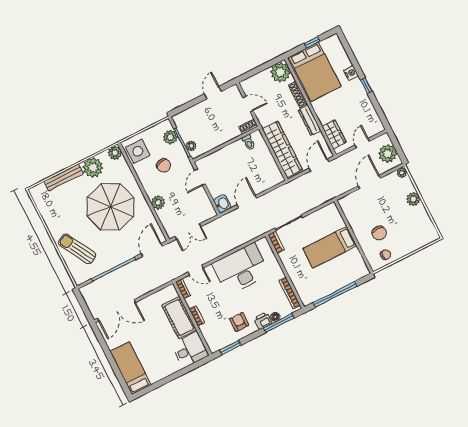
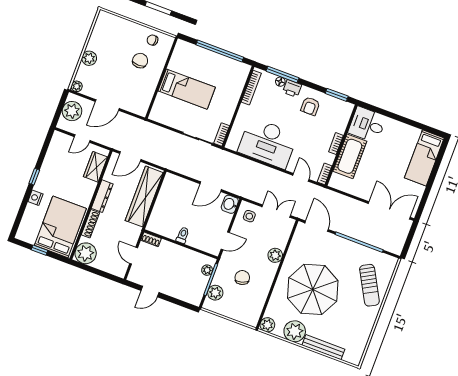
toilet: (249, 142) -> (183, 235), moved
side table: (138, 151) -> (249, 216), moved, width x0.54, depth x0.54
door: (152, 250) -> (317, 226), swing flipped

